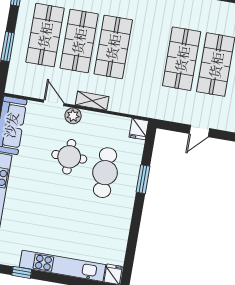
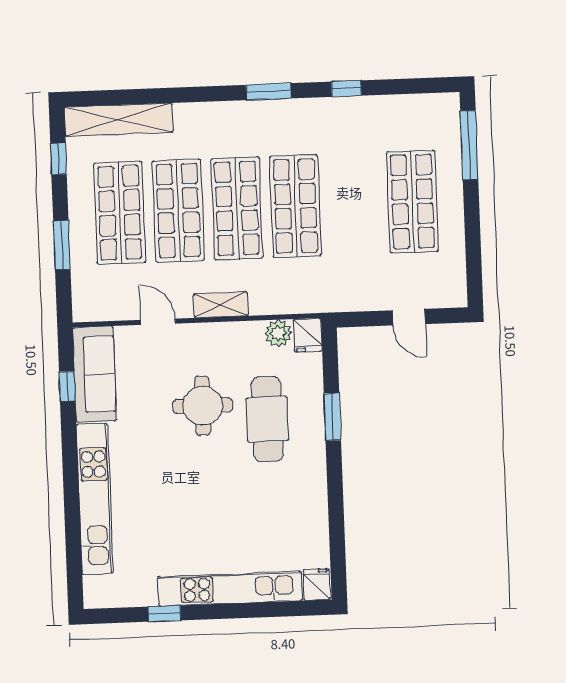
shop shelf: (182, 59) -> (295, 206), moved
plant: (73, 116) -> (278, 333), moved
door: (199, 131) -> (409, 317), hinge flipped

